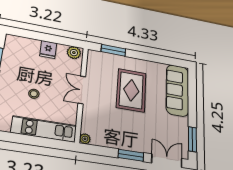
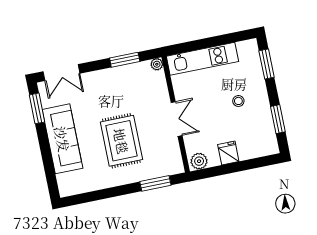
sofa: (177, 90) -> (62, 139), moved
stool: (34, 94) -> (238, 101), moved
window: (131, 155) -> (125, 60), moved

